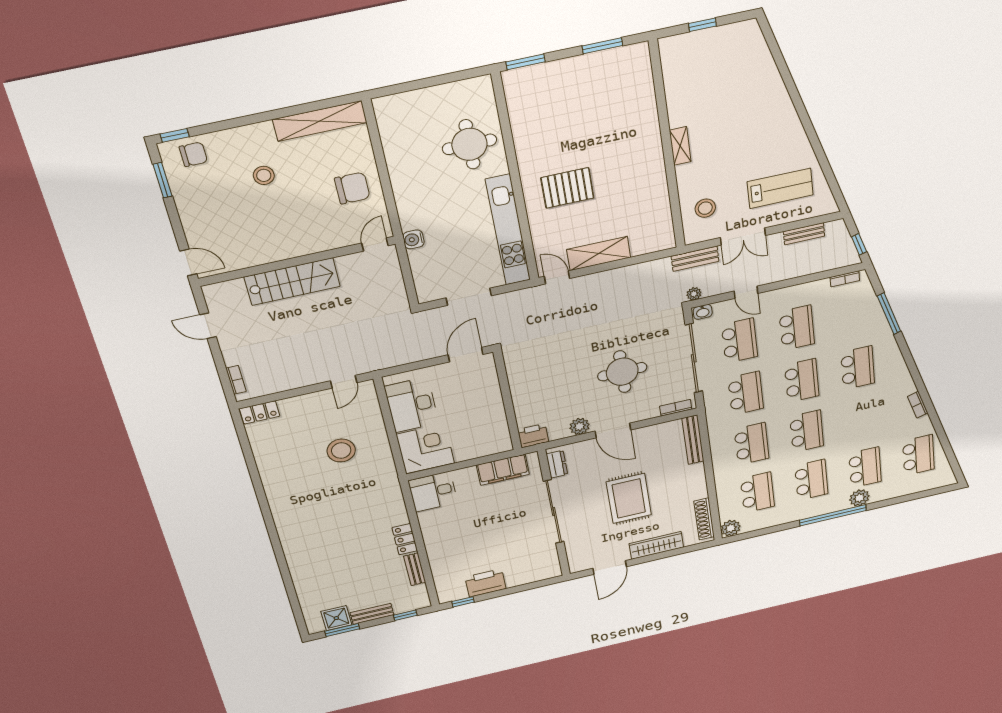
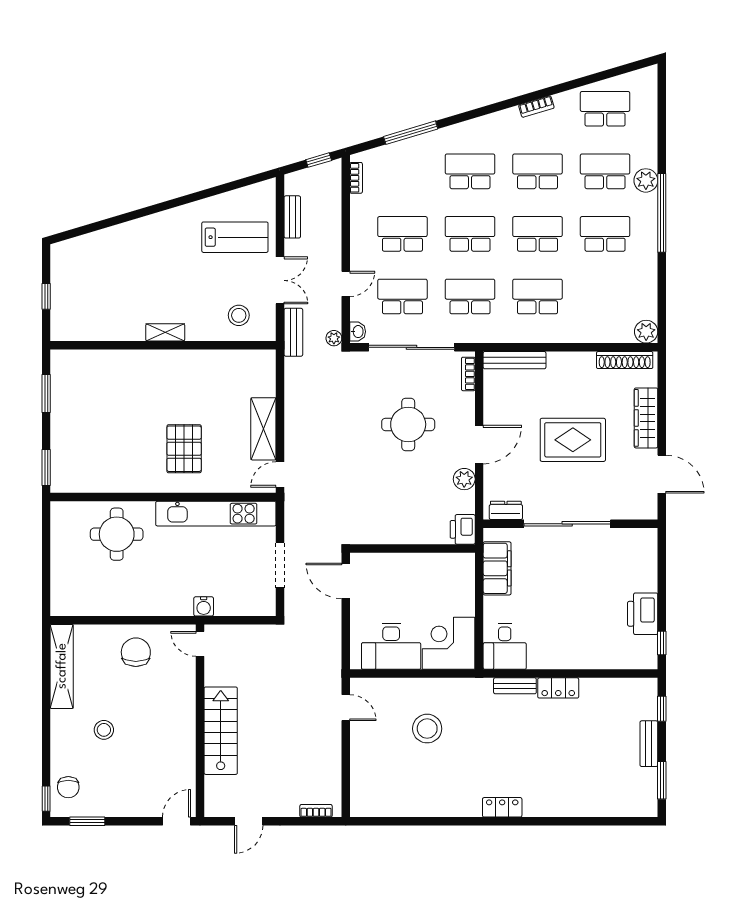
chair: (193, 154) -> (68, 787), turned 180
lab bench: (780, 188) -> (235, 237), turned 90
locker: (260, 412) -> (502, 807), moved, turned -90
school desk: (757, 492) -> (538, 171), moved
bench: (415, 569) -> (515, 686), moved
shower: (336, 618) -> (643, 783), removed

